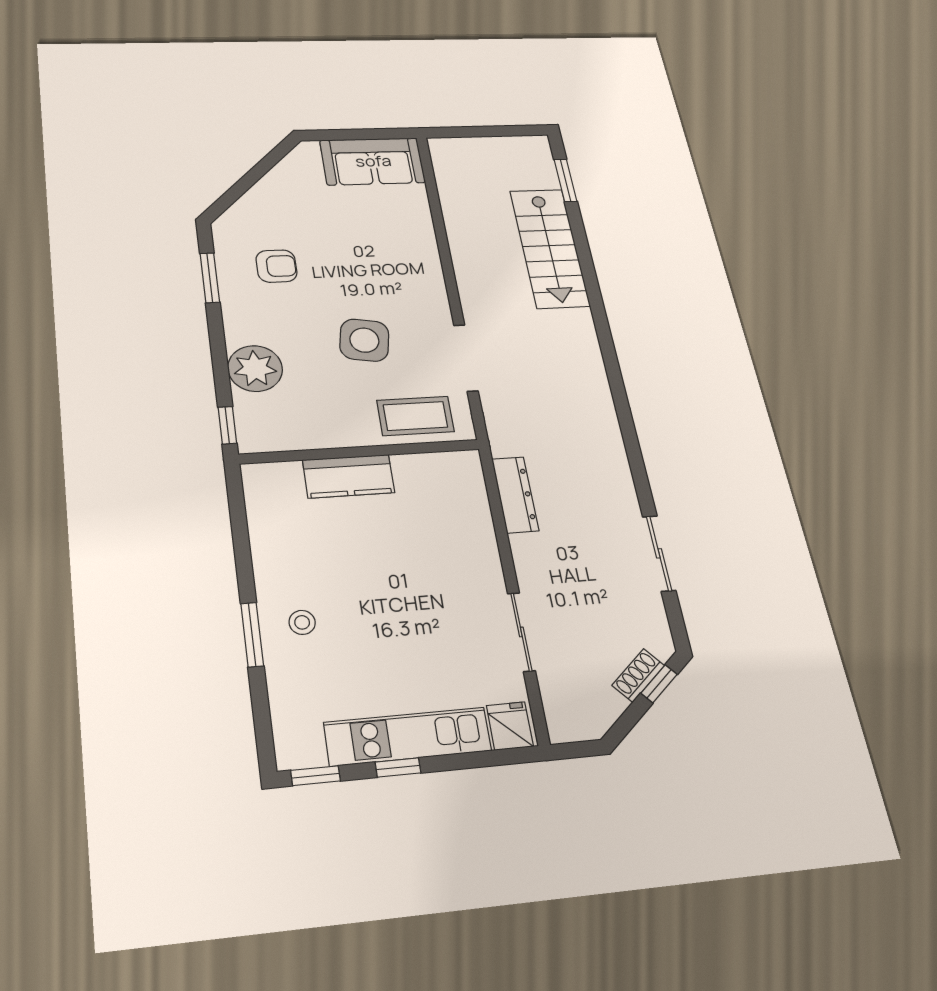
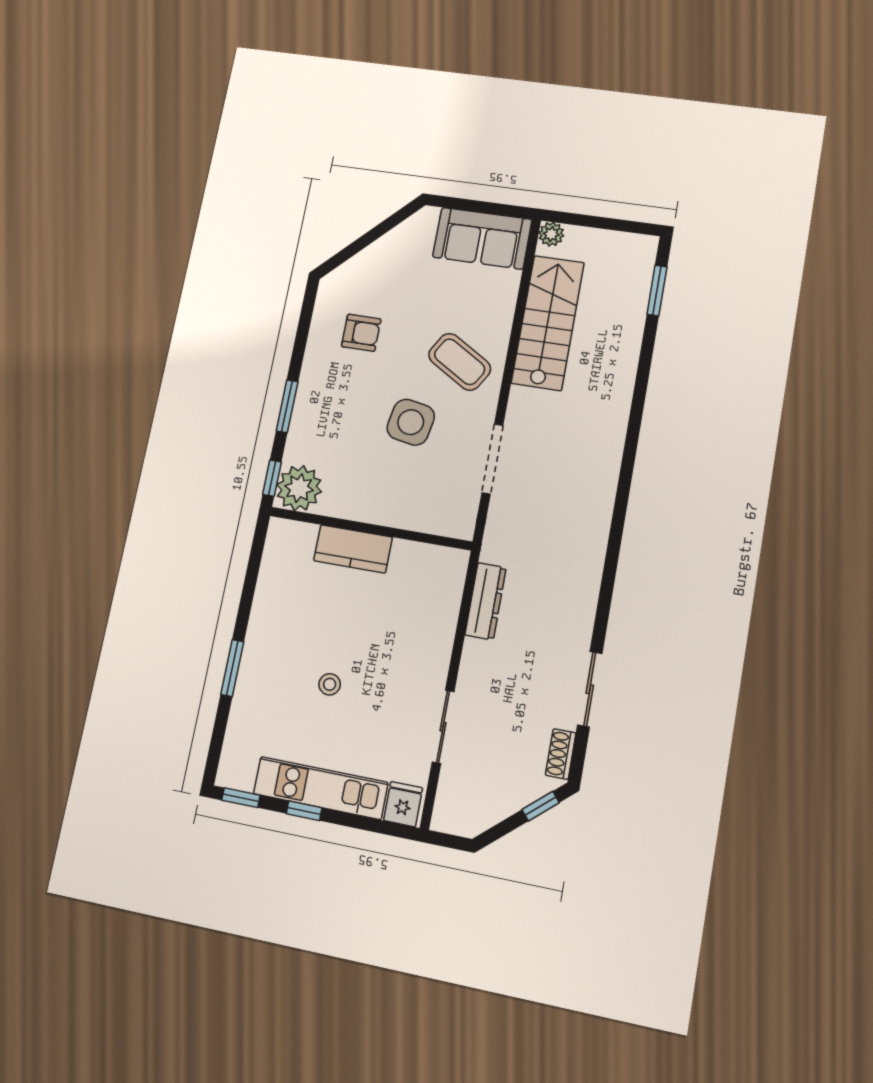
plant: (441, 148) -> (551, 234), added
stairs: (550, 248) -> (548, 323), moved, turned 180
window: (210, 278) -> (287, 406), moved
plant: (255, 368) -> (299, 488), moved
coffee table: (415, 416) -> (460, 362), moved, turned 31
stool: (302, 622) -> (330, 684), moved
shoe rack: (638, 675) -> (561, 754), moved, turned -49

